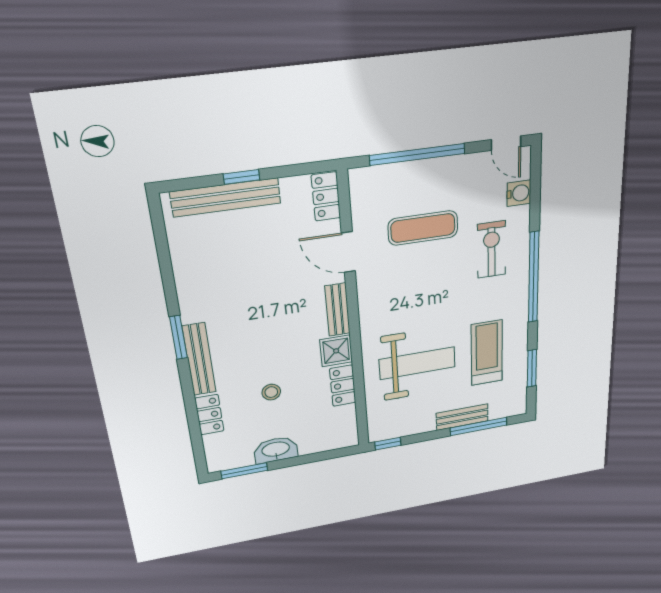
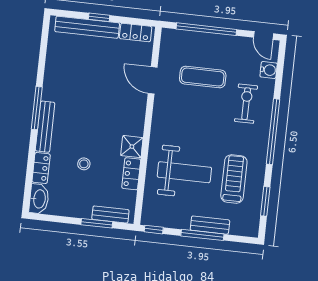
locker: (326, 196) -> (136, 33), moved, turned -90
bench: (337, 310) -> (110, 215), moved, turned 90
window: (178, 337) -> (37, 108), width x1.44
window: (479, 427) -> (202, 235), moved
washbasin: (276, 450) -> (39, 199), moved, turned 90
window: (244, 471) -> (97, 223), moved

